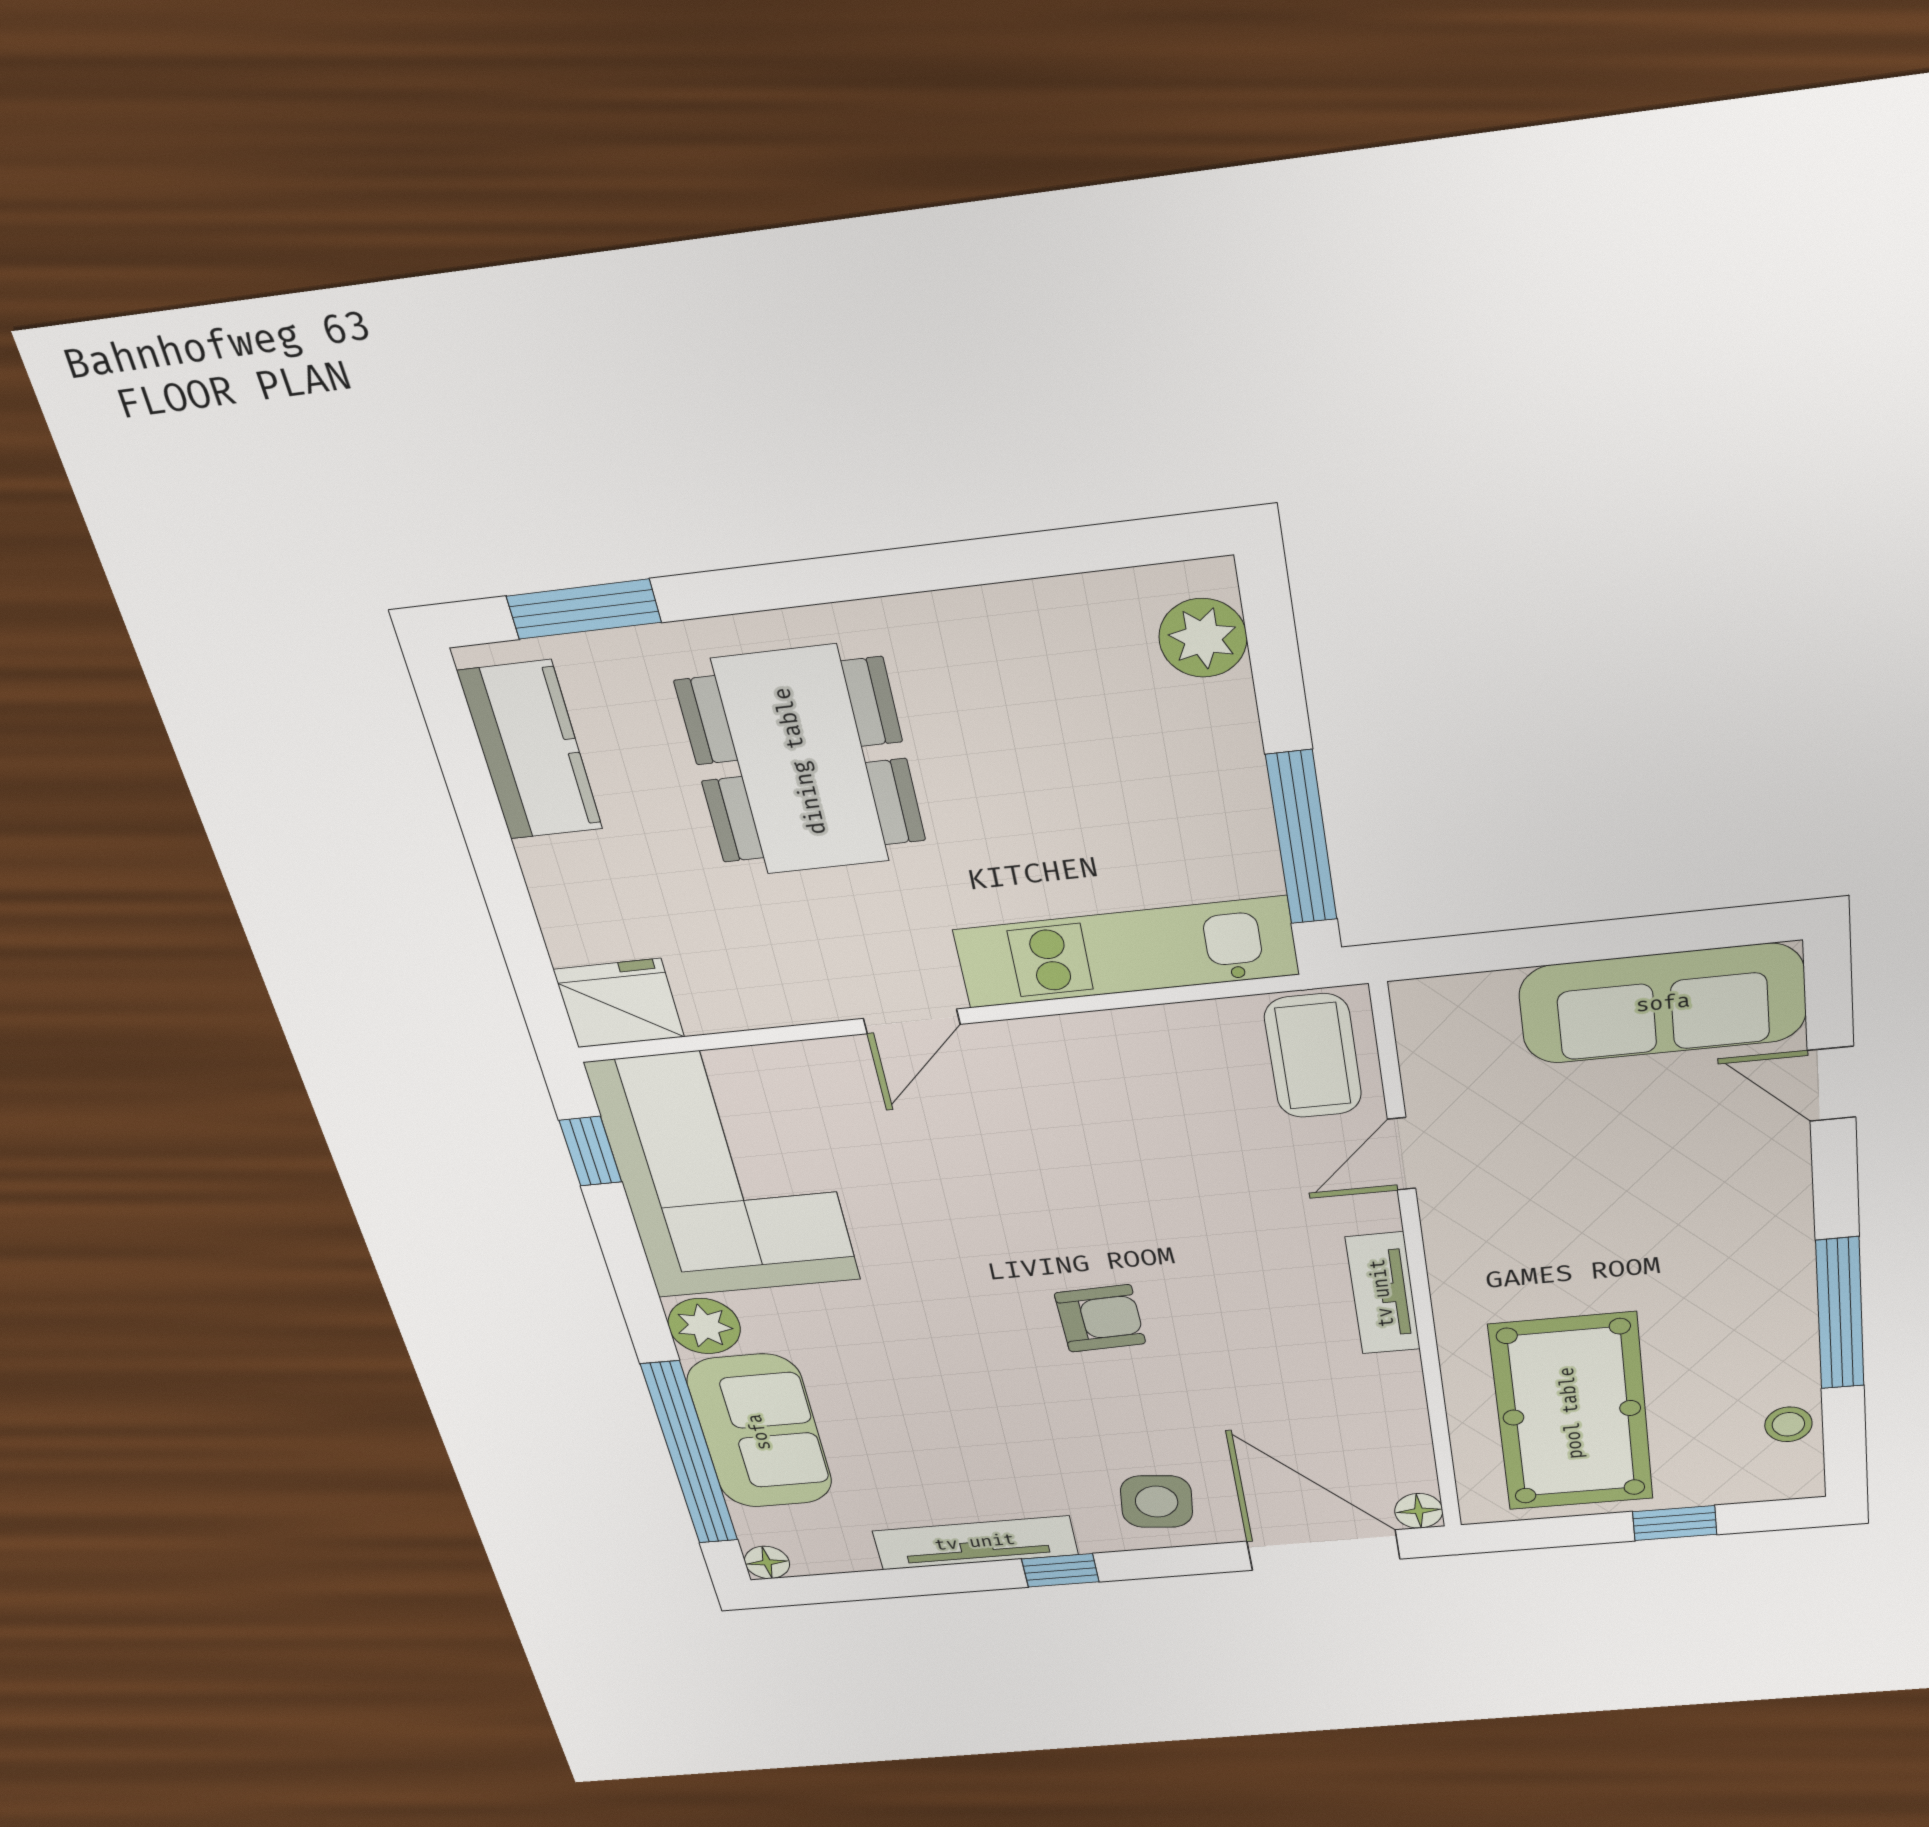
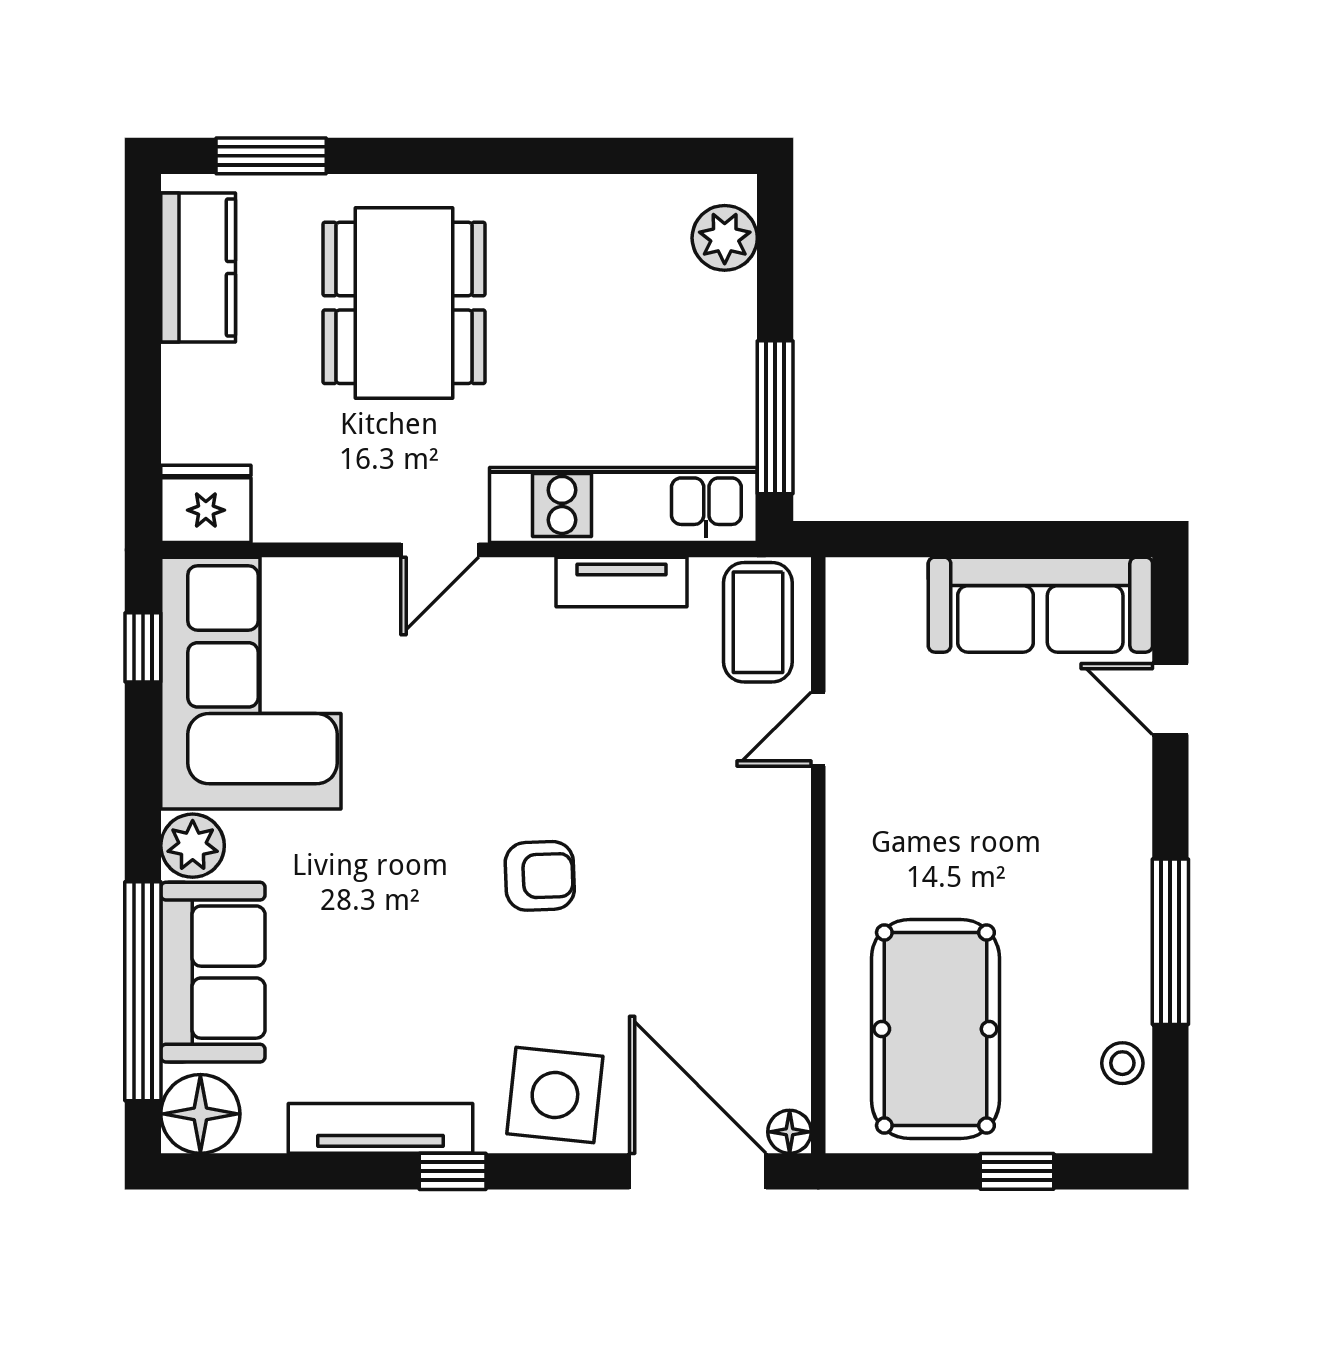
tv unit: (1383, 1293) -> (622, 582), moved, turned -90
side table: (1157, 1502) -> (555, 1095), width x1.37, depth x1.37
floor lamp: (767, 1562) -> (200, 1114), width x1.89, depth x1.89

